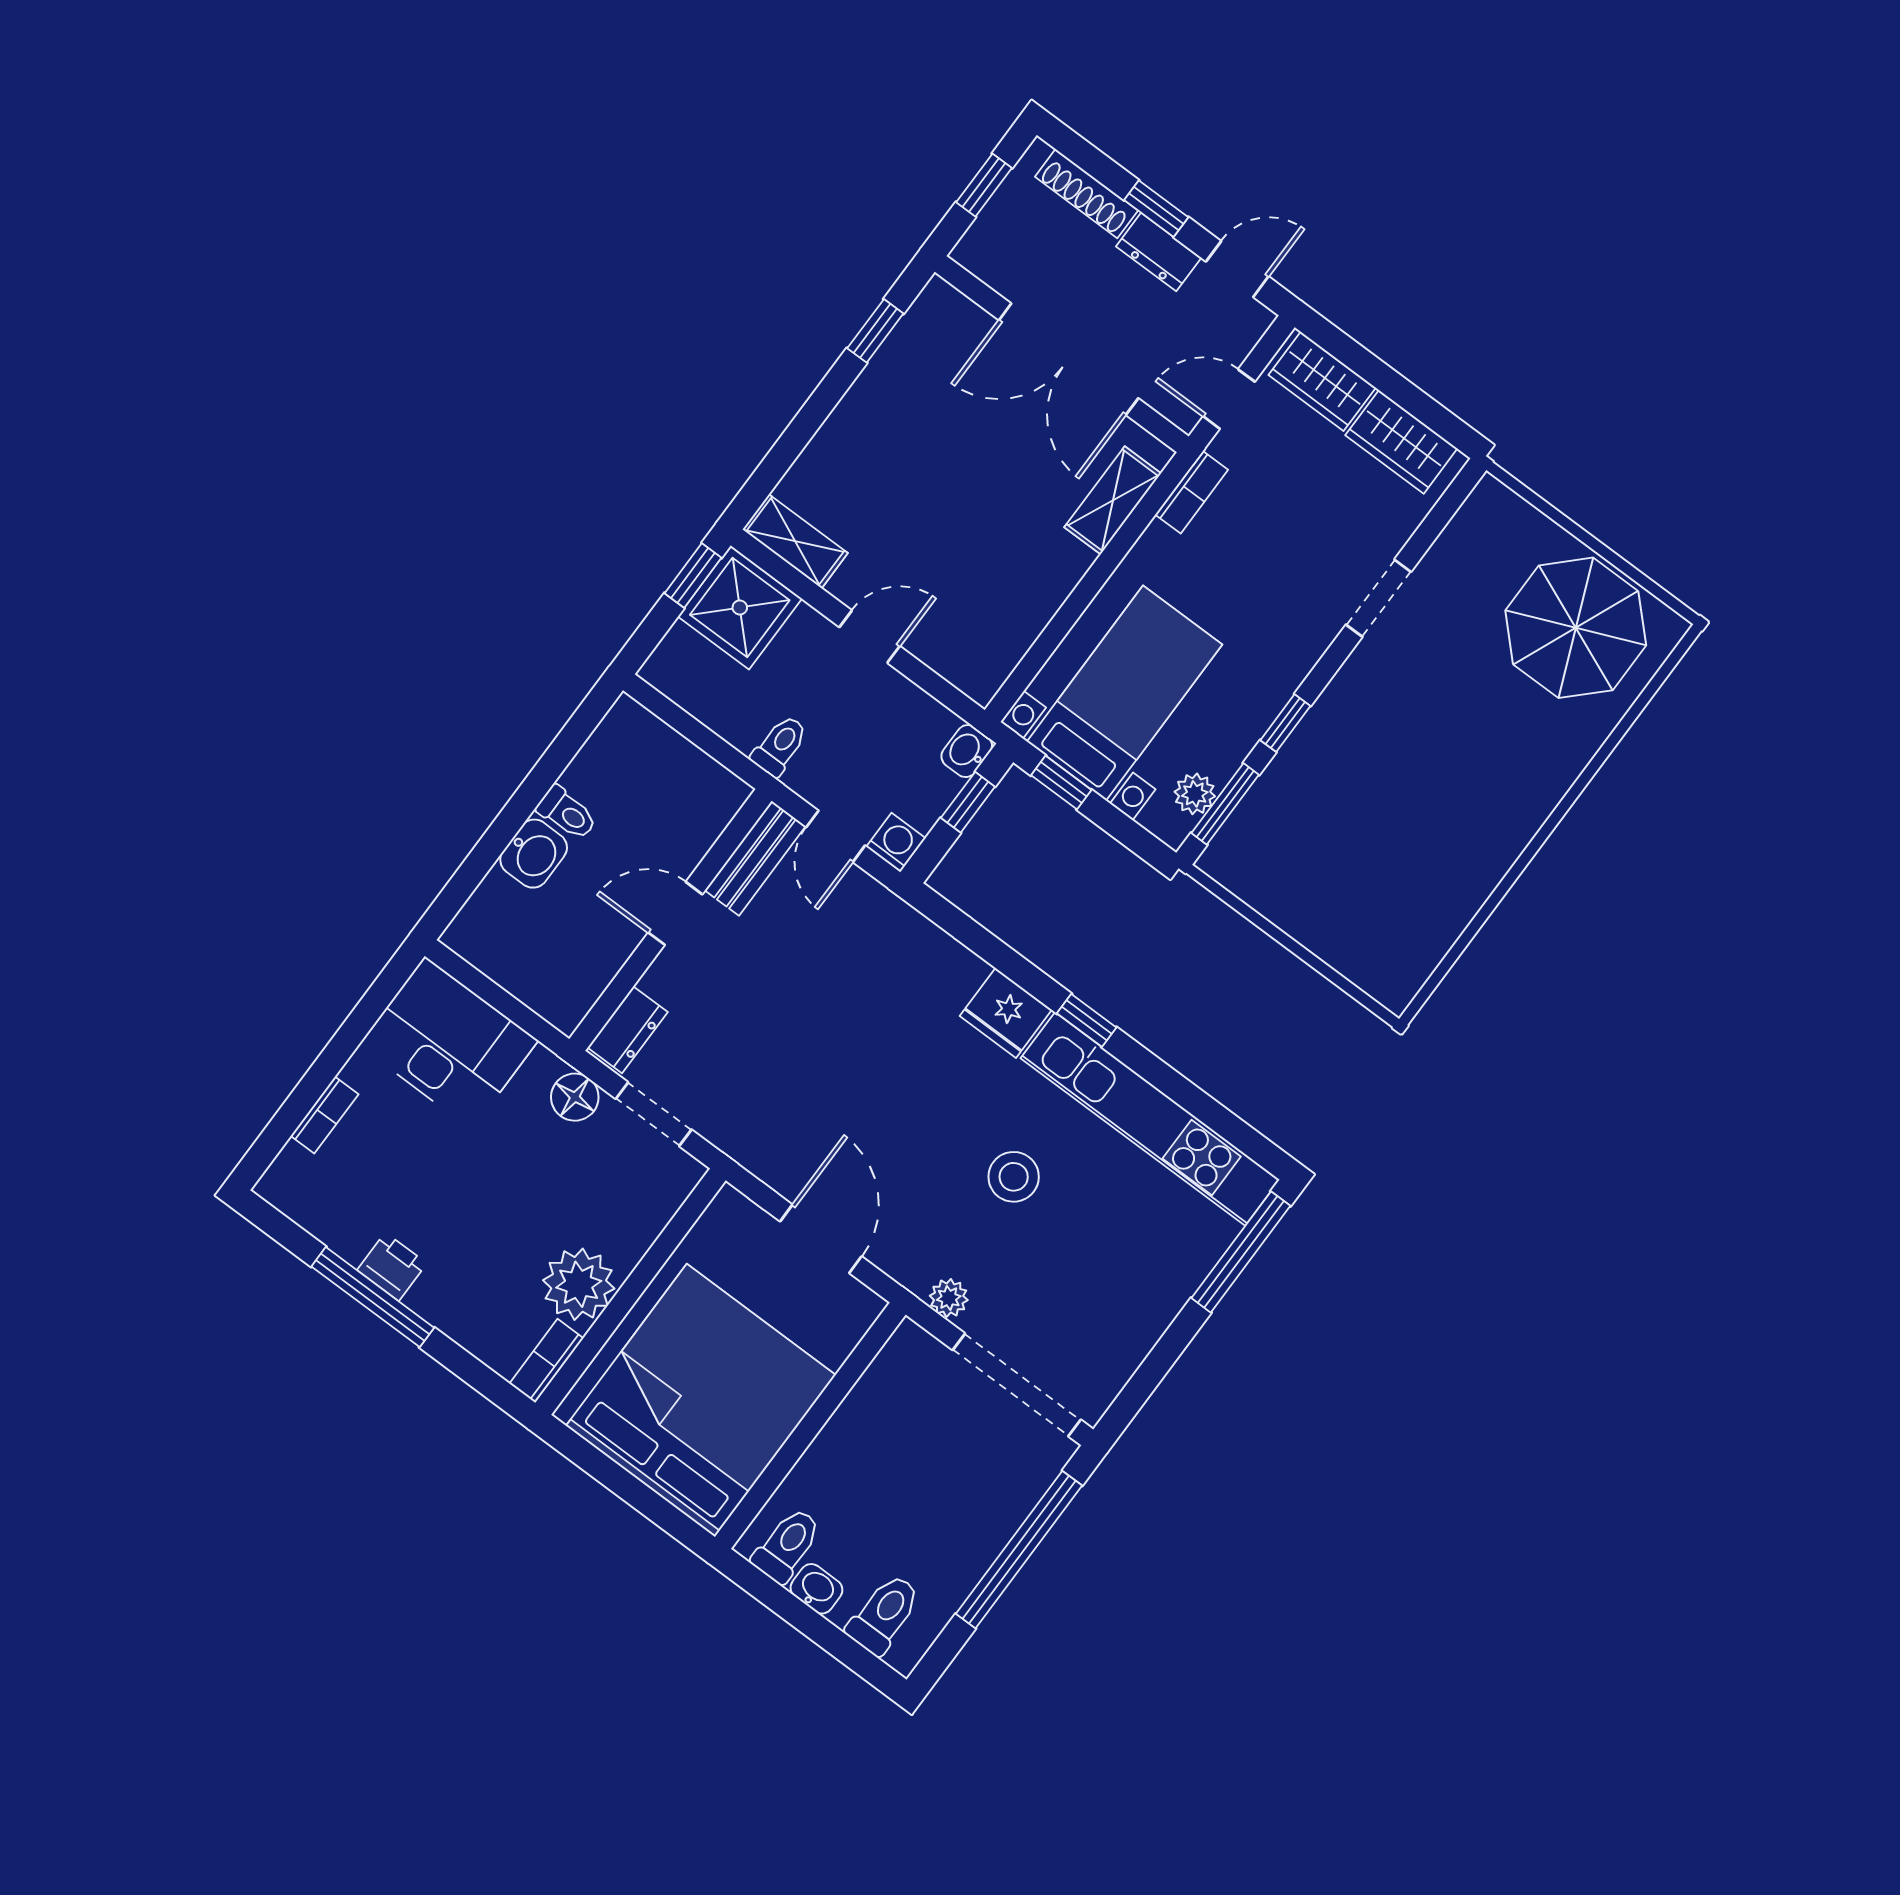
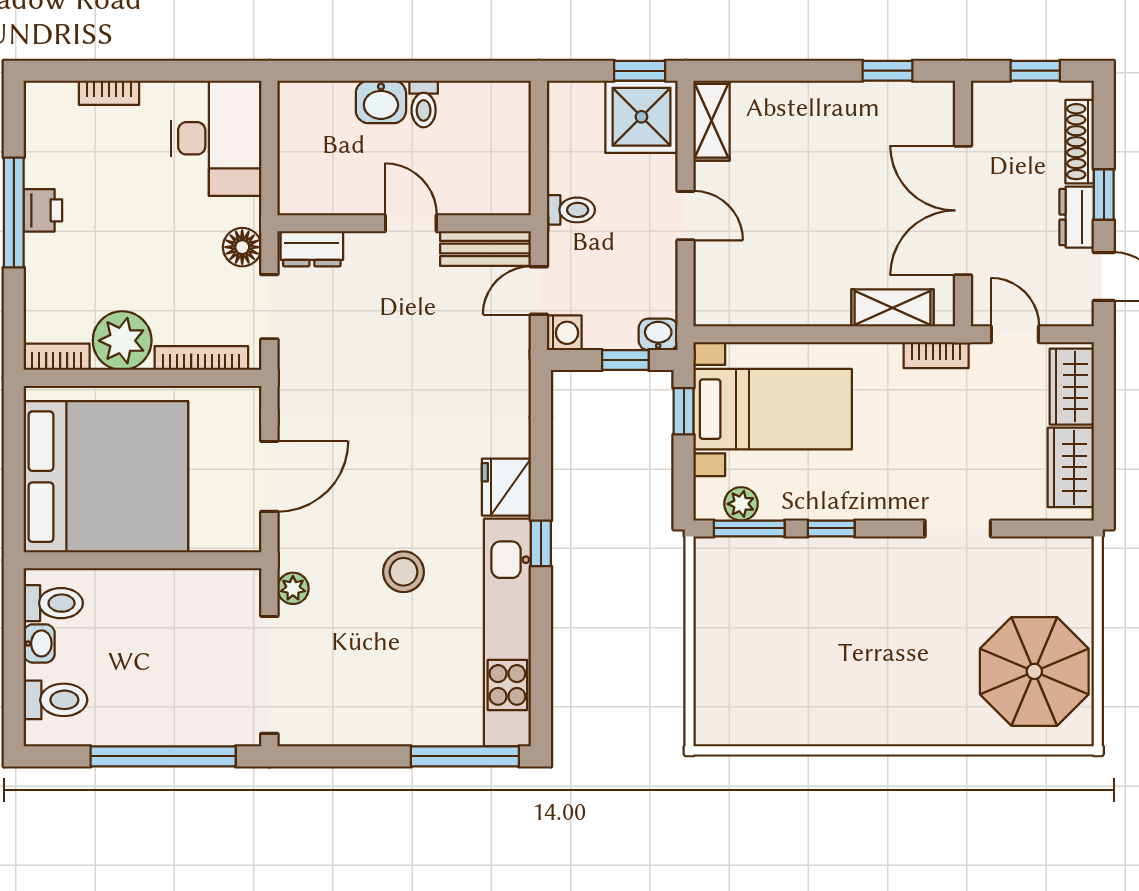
bookcase: (654, 1219) -> (201, 358), added

